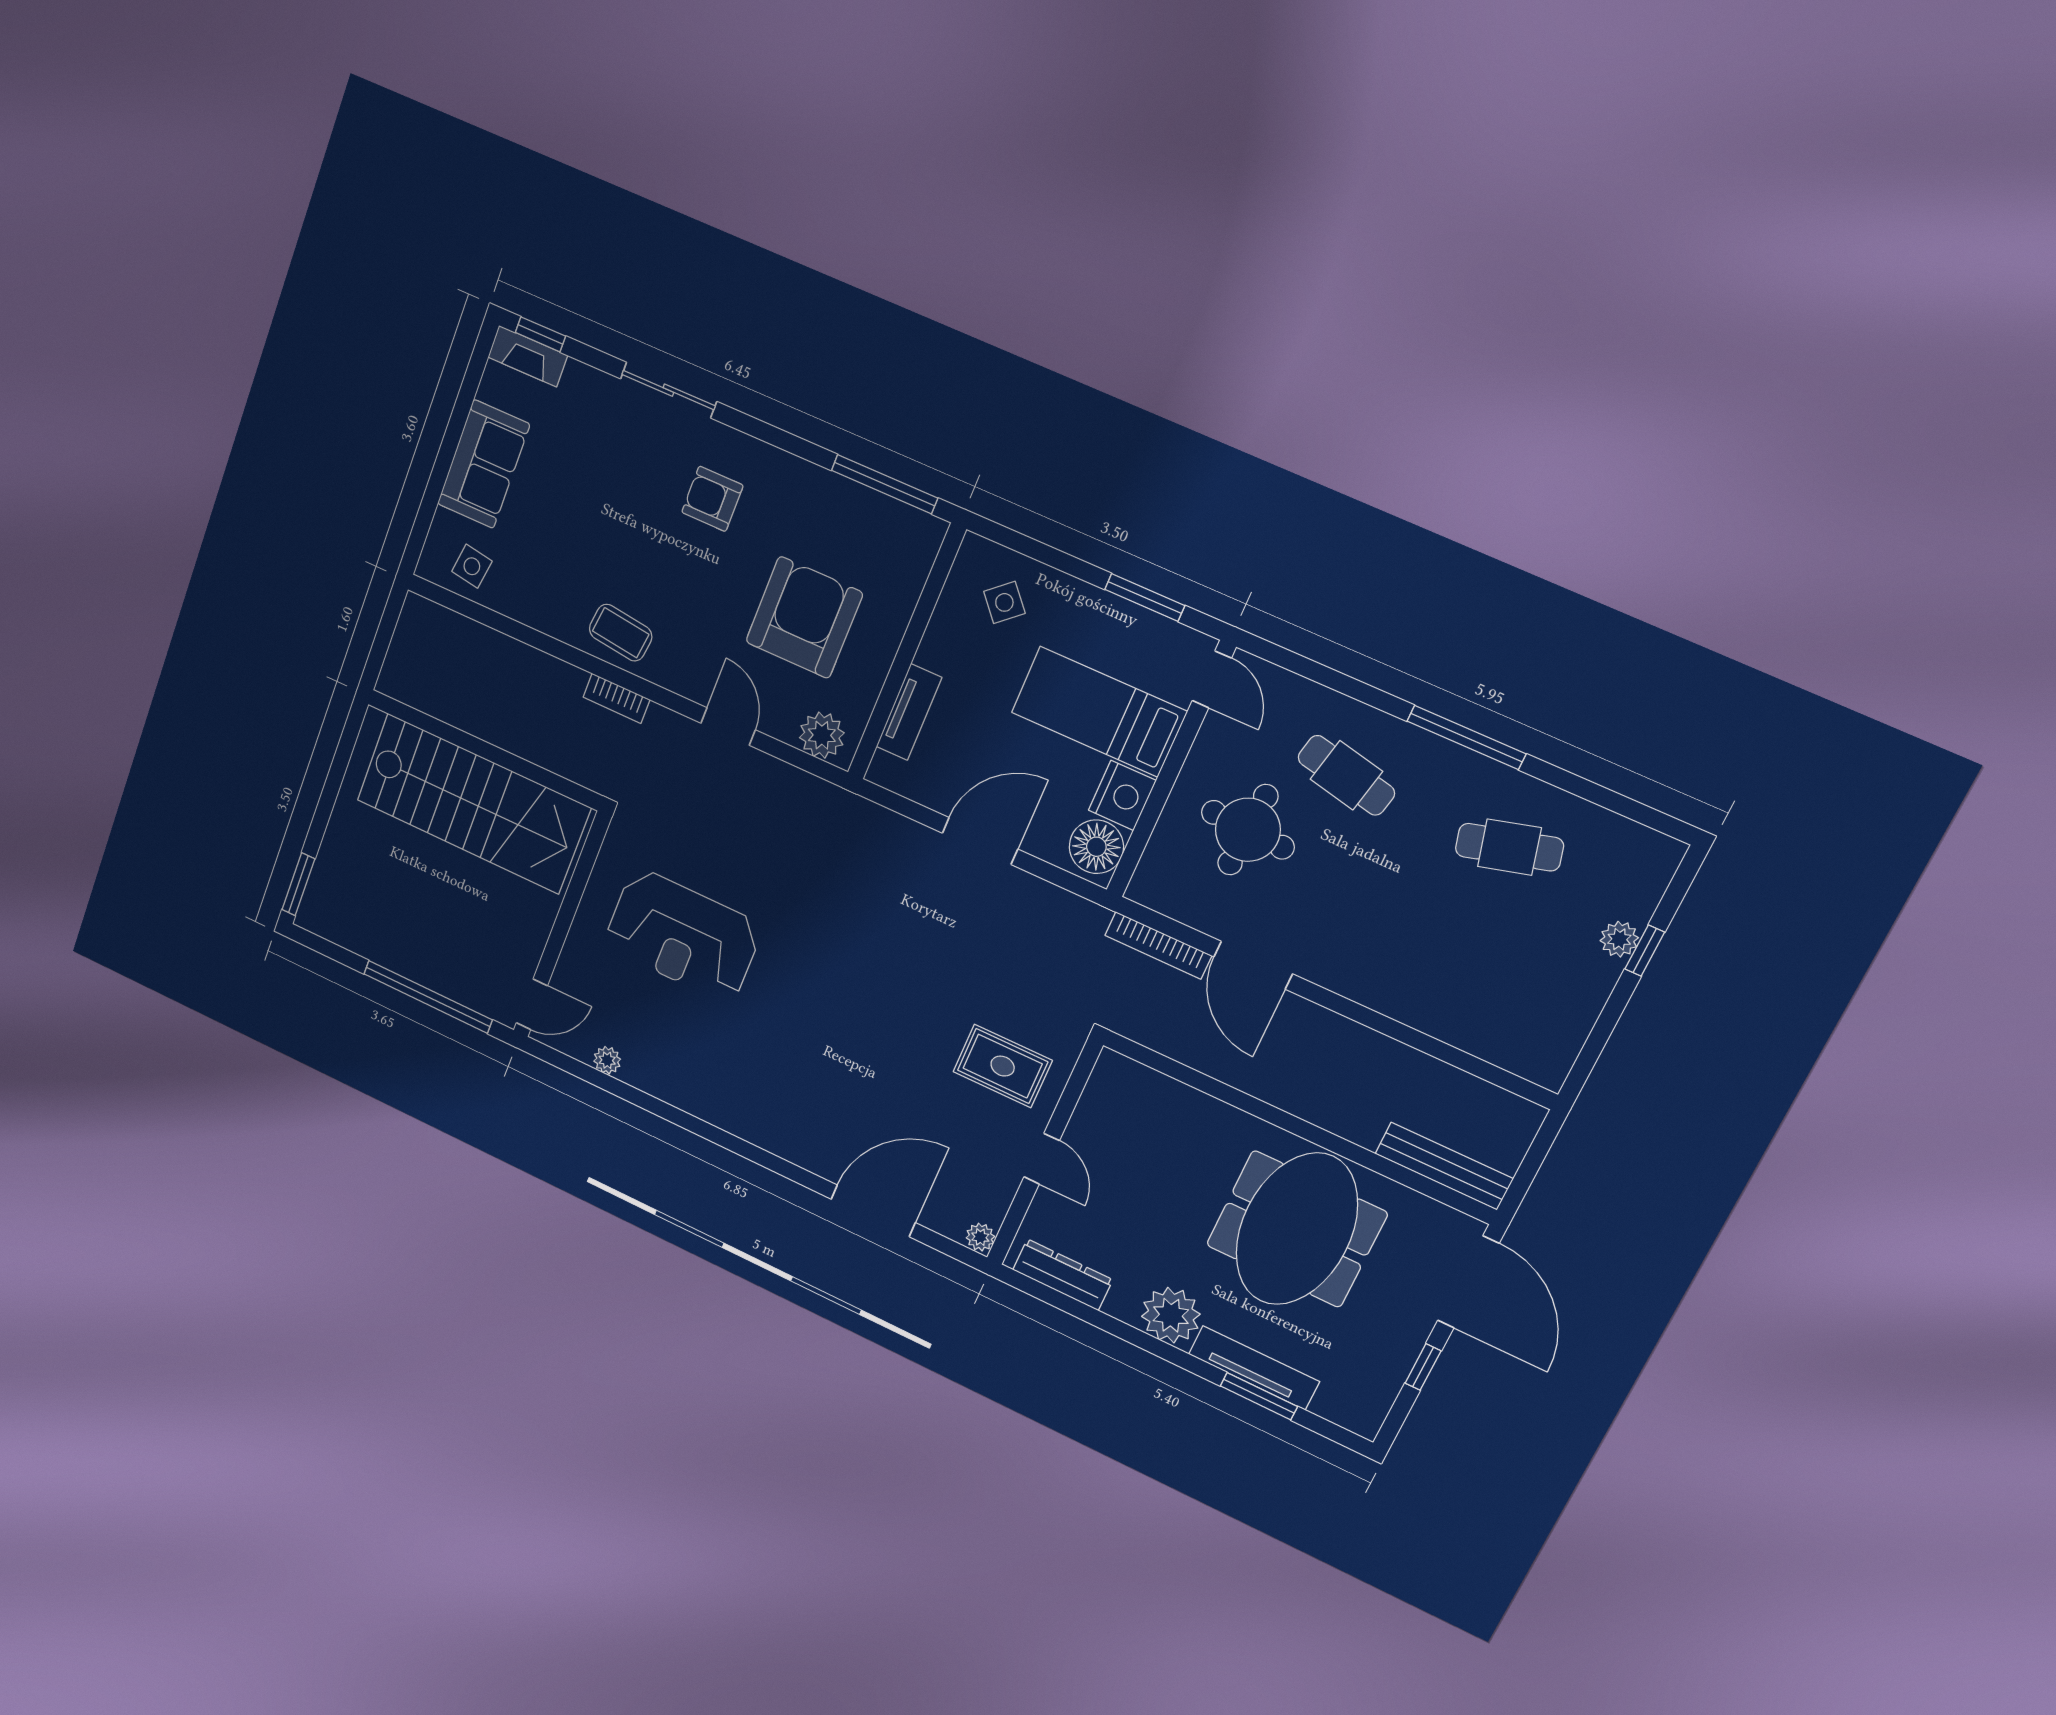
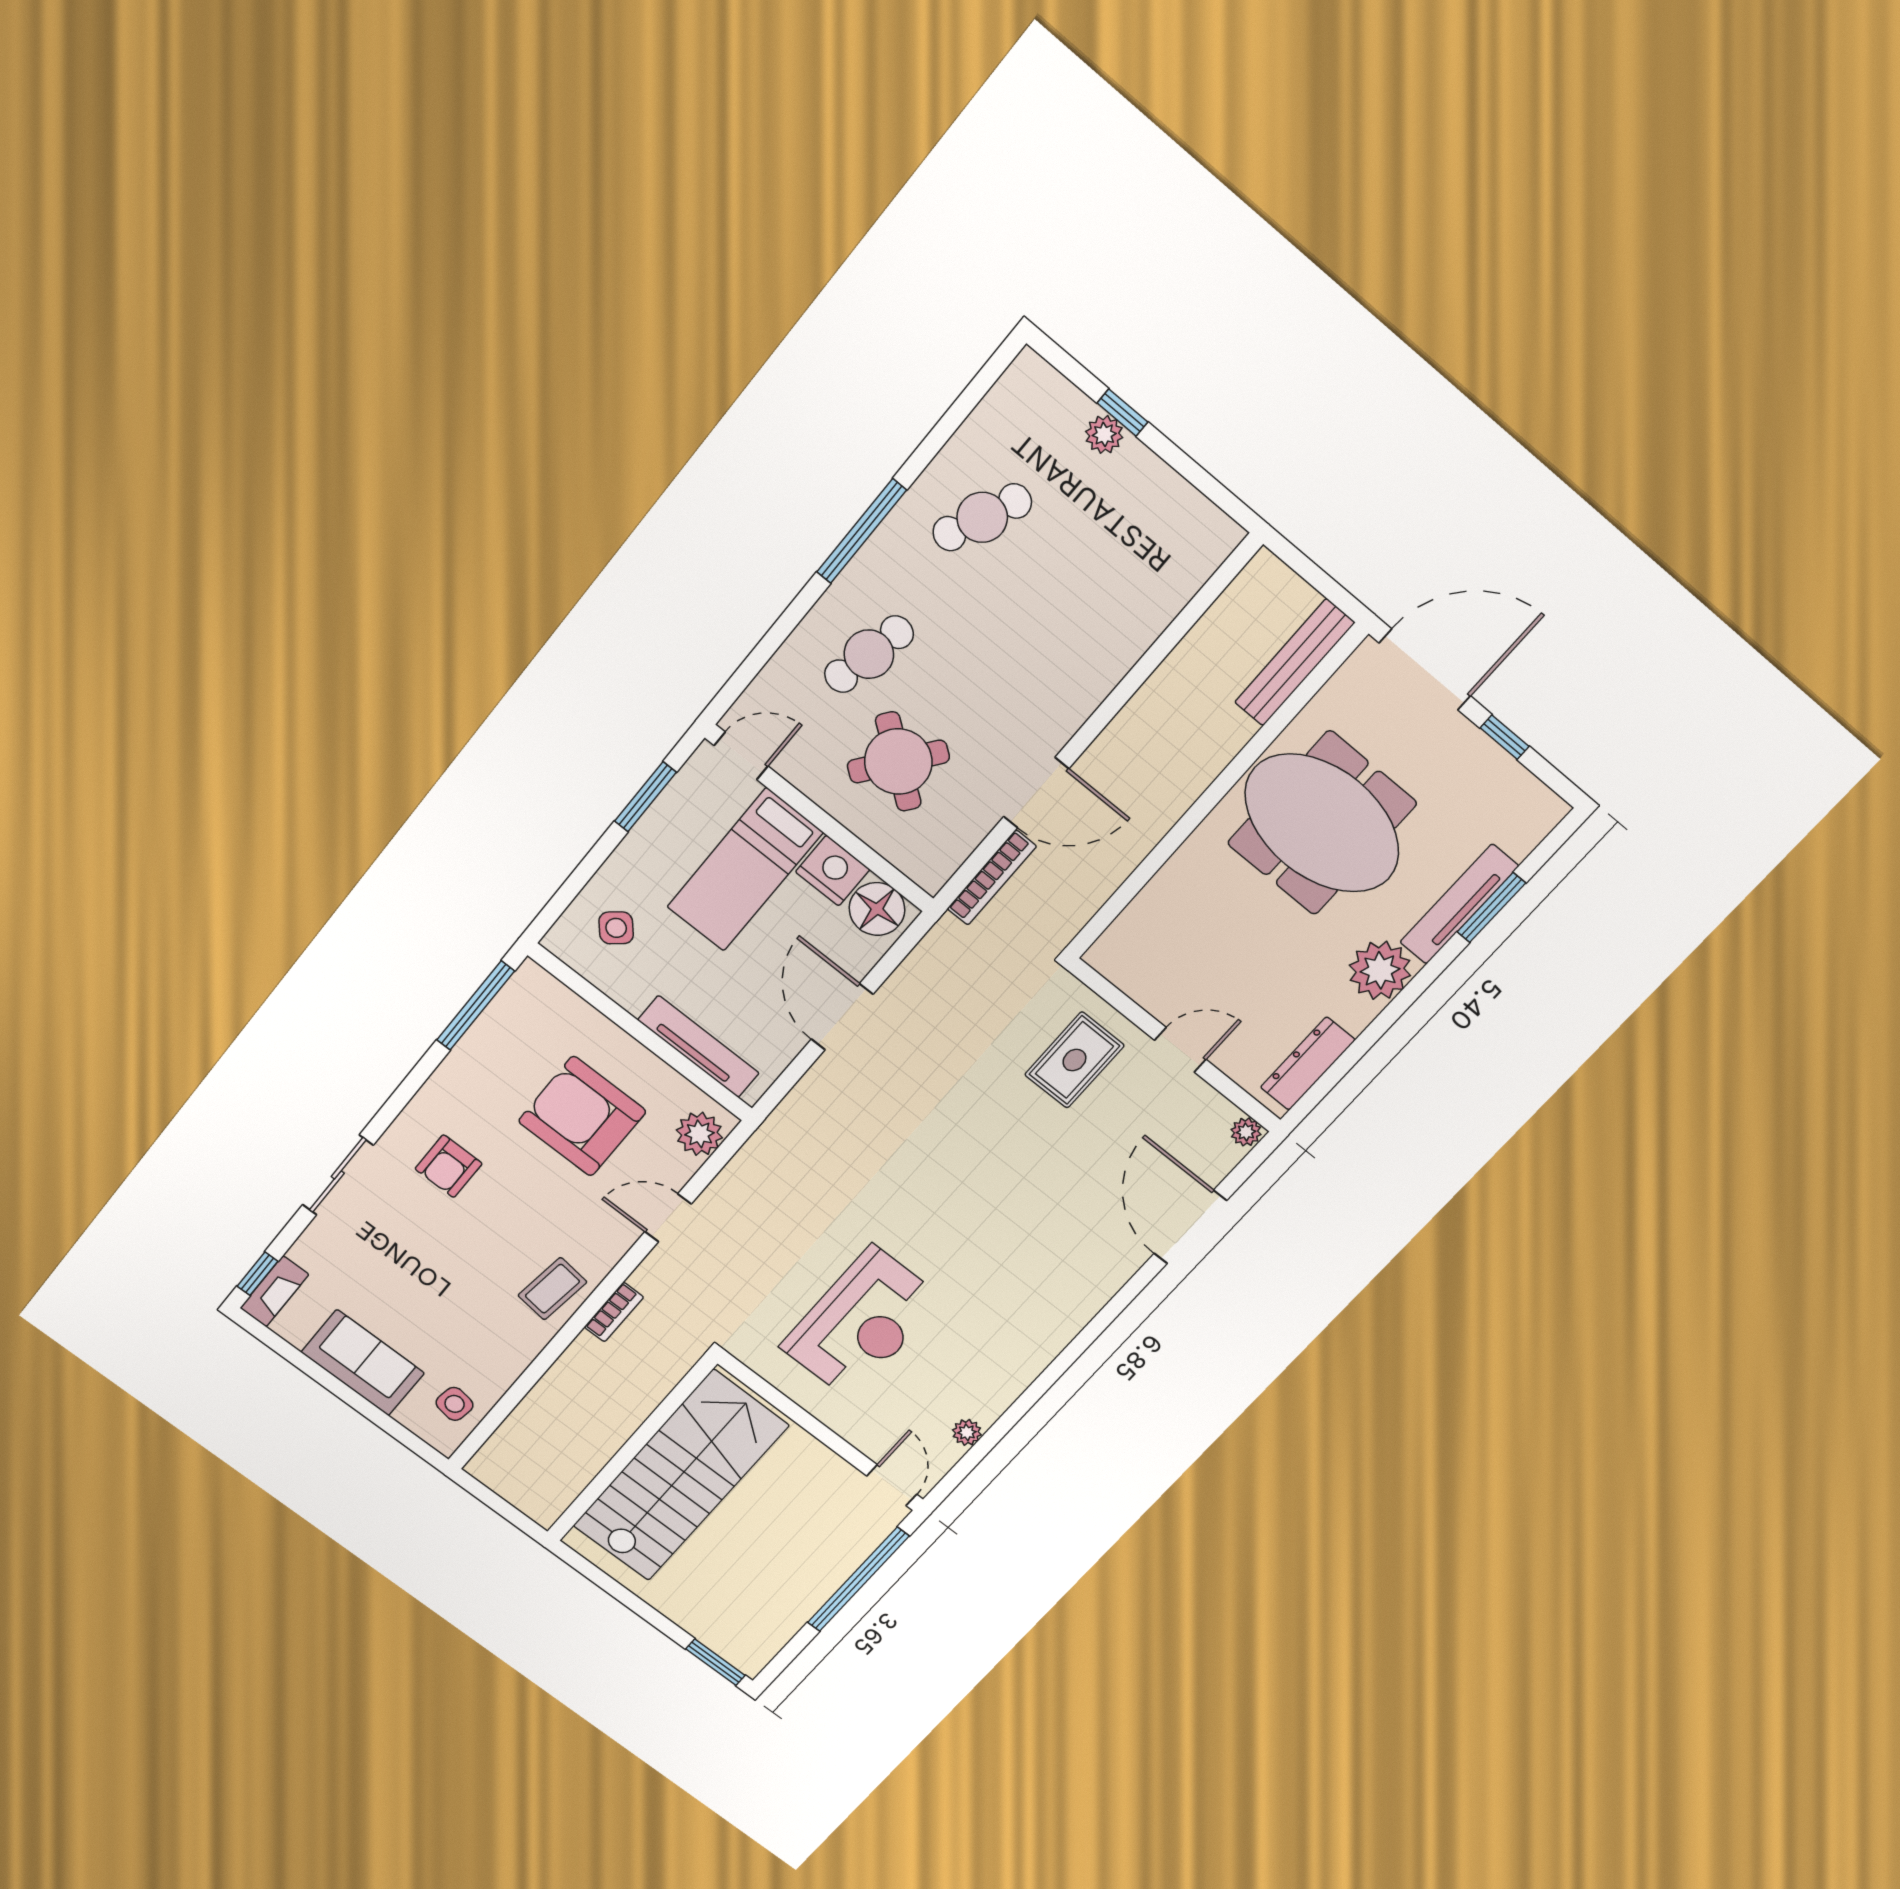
tv unit: (909, 712) -> (698, 1047), width x1.41
round table: (1248, 830) -> (898, 762), turned 34
cafe table: (1509, 847) -> (982, 517), turned 39

